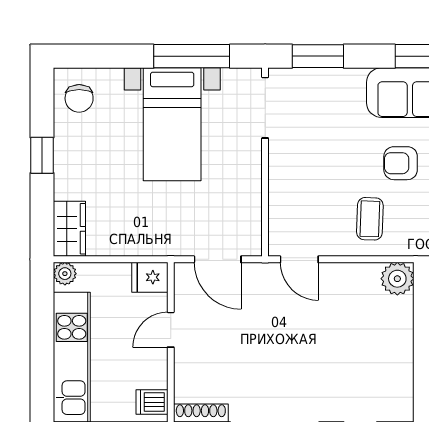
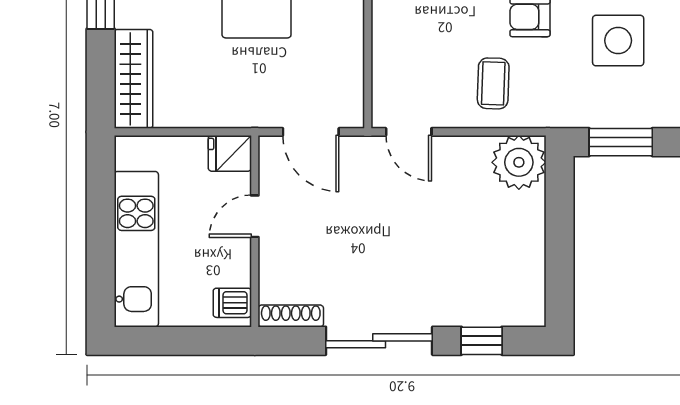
wardrobe: (69, 229) -> (134, 79), width x1.50
plant: (65, 274) -> (128, 149), removed
plant: (397, 279) -> (519, 162), width x1.36, depth x1.36

